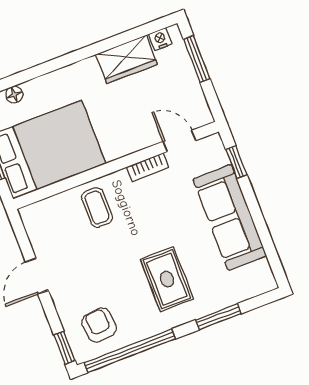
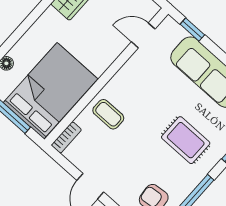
bookcase: (148, 167) -> (66, 137), moved

